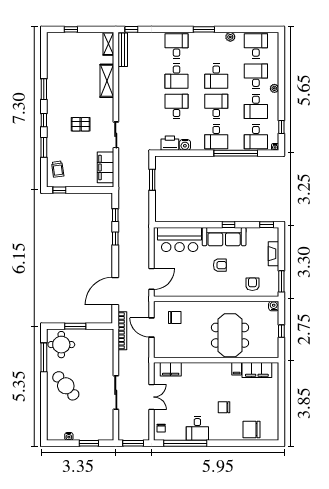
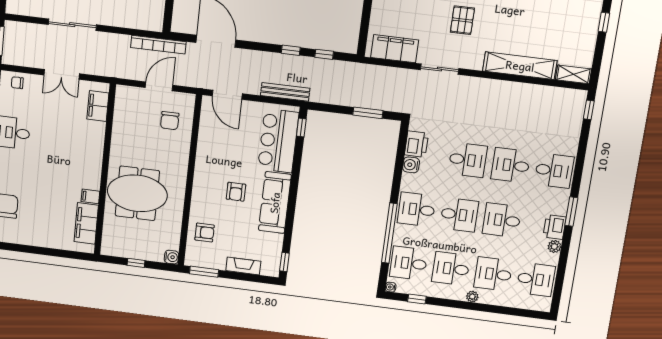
printer: (216, 39) -> (555, 227), added
bench: (123, 50) -> (285, 92), moved
desk: (256, 76) -> (493, 274), turned 180
shelving: (107, 81) -> (520, 66), width x1.47
window: (229, 225) -> (301, 127), moved
chair: (224, 407) -> (39, 173), removed

